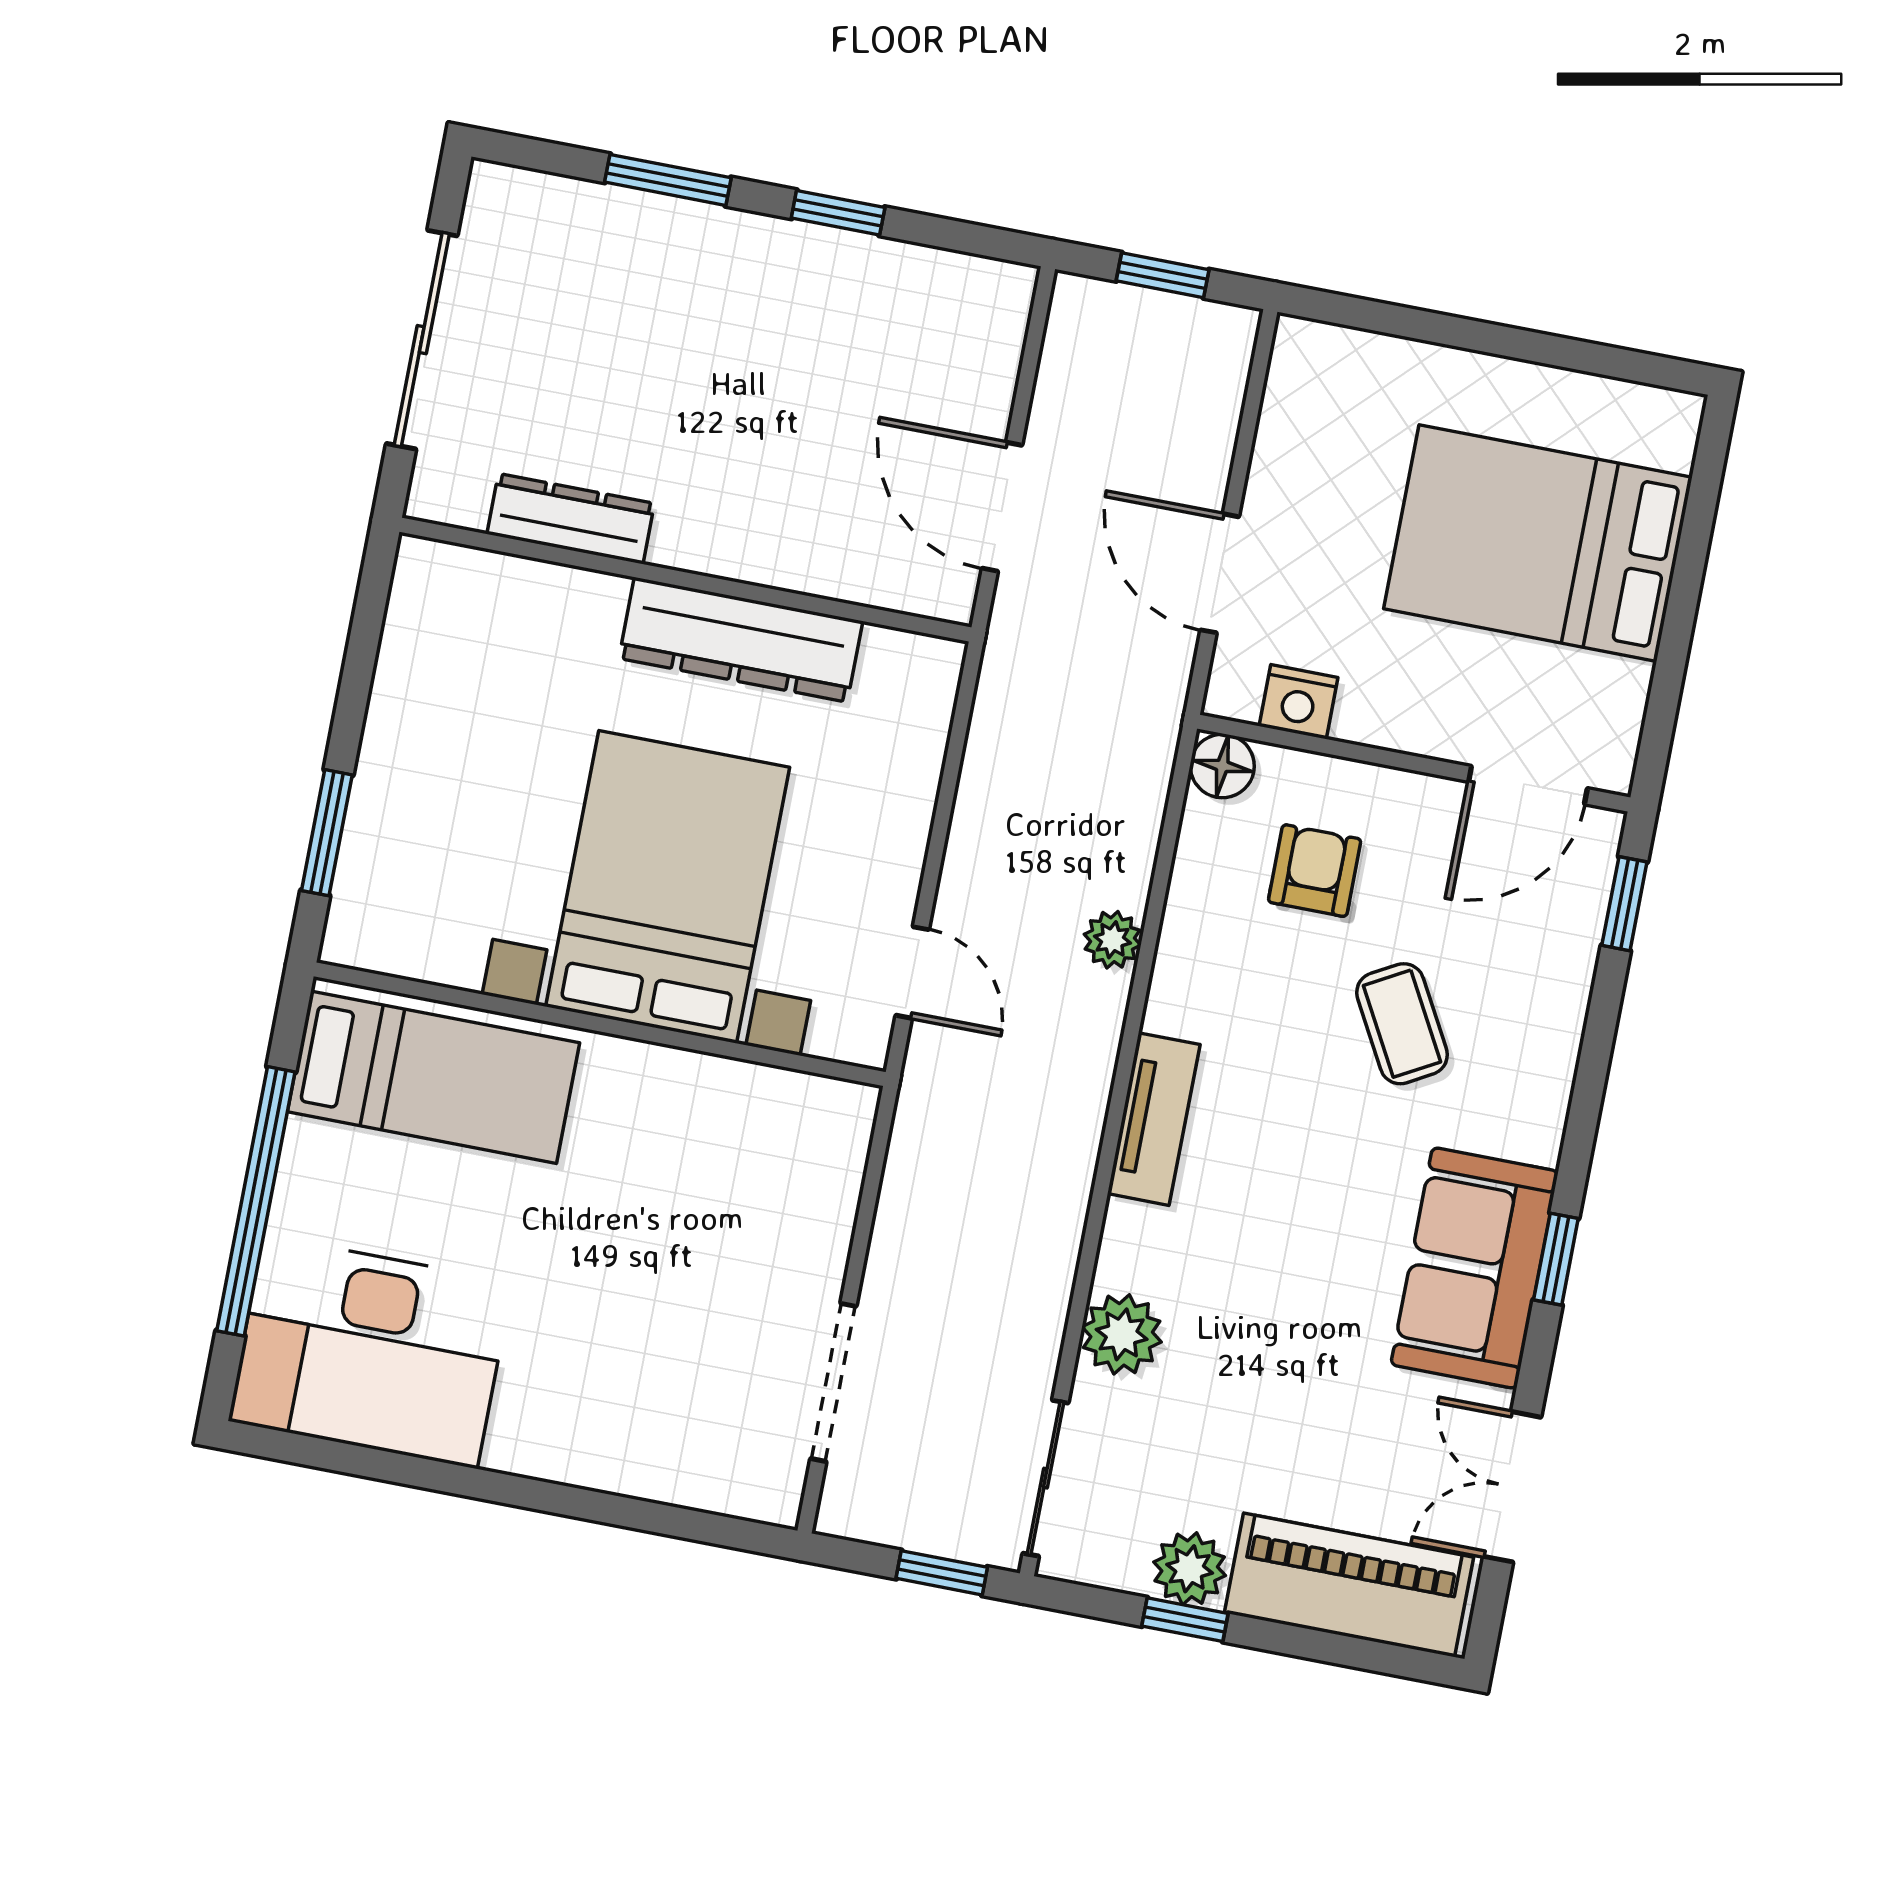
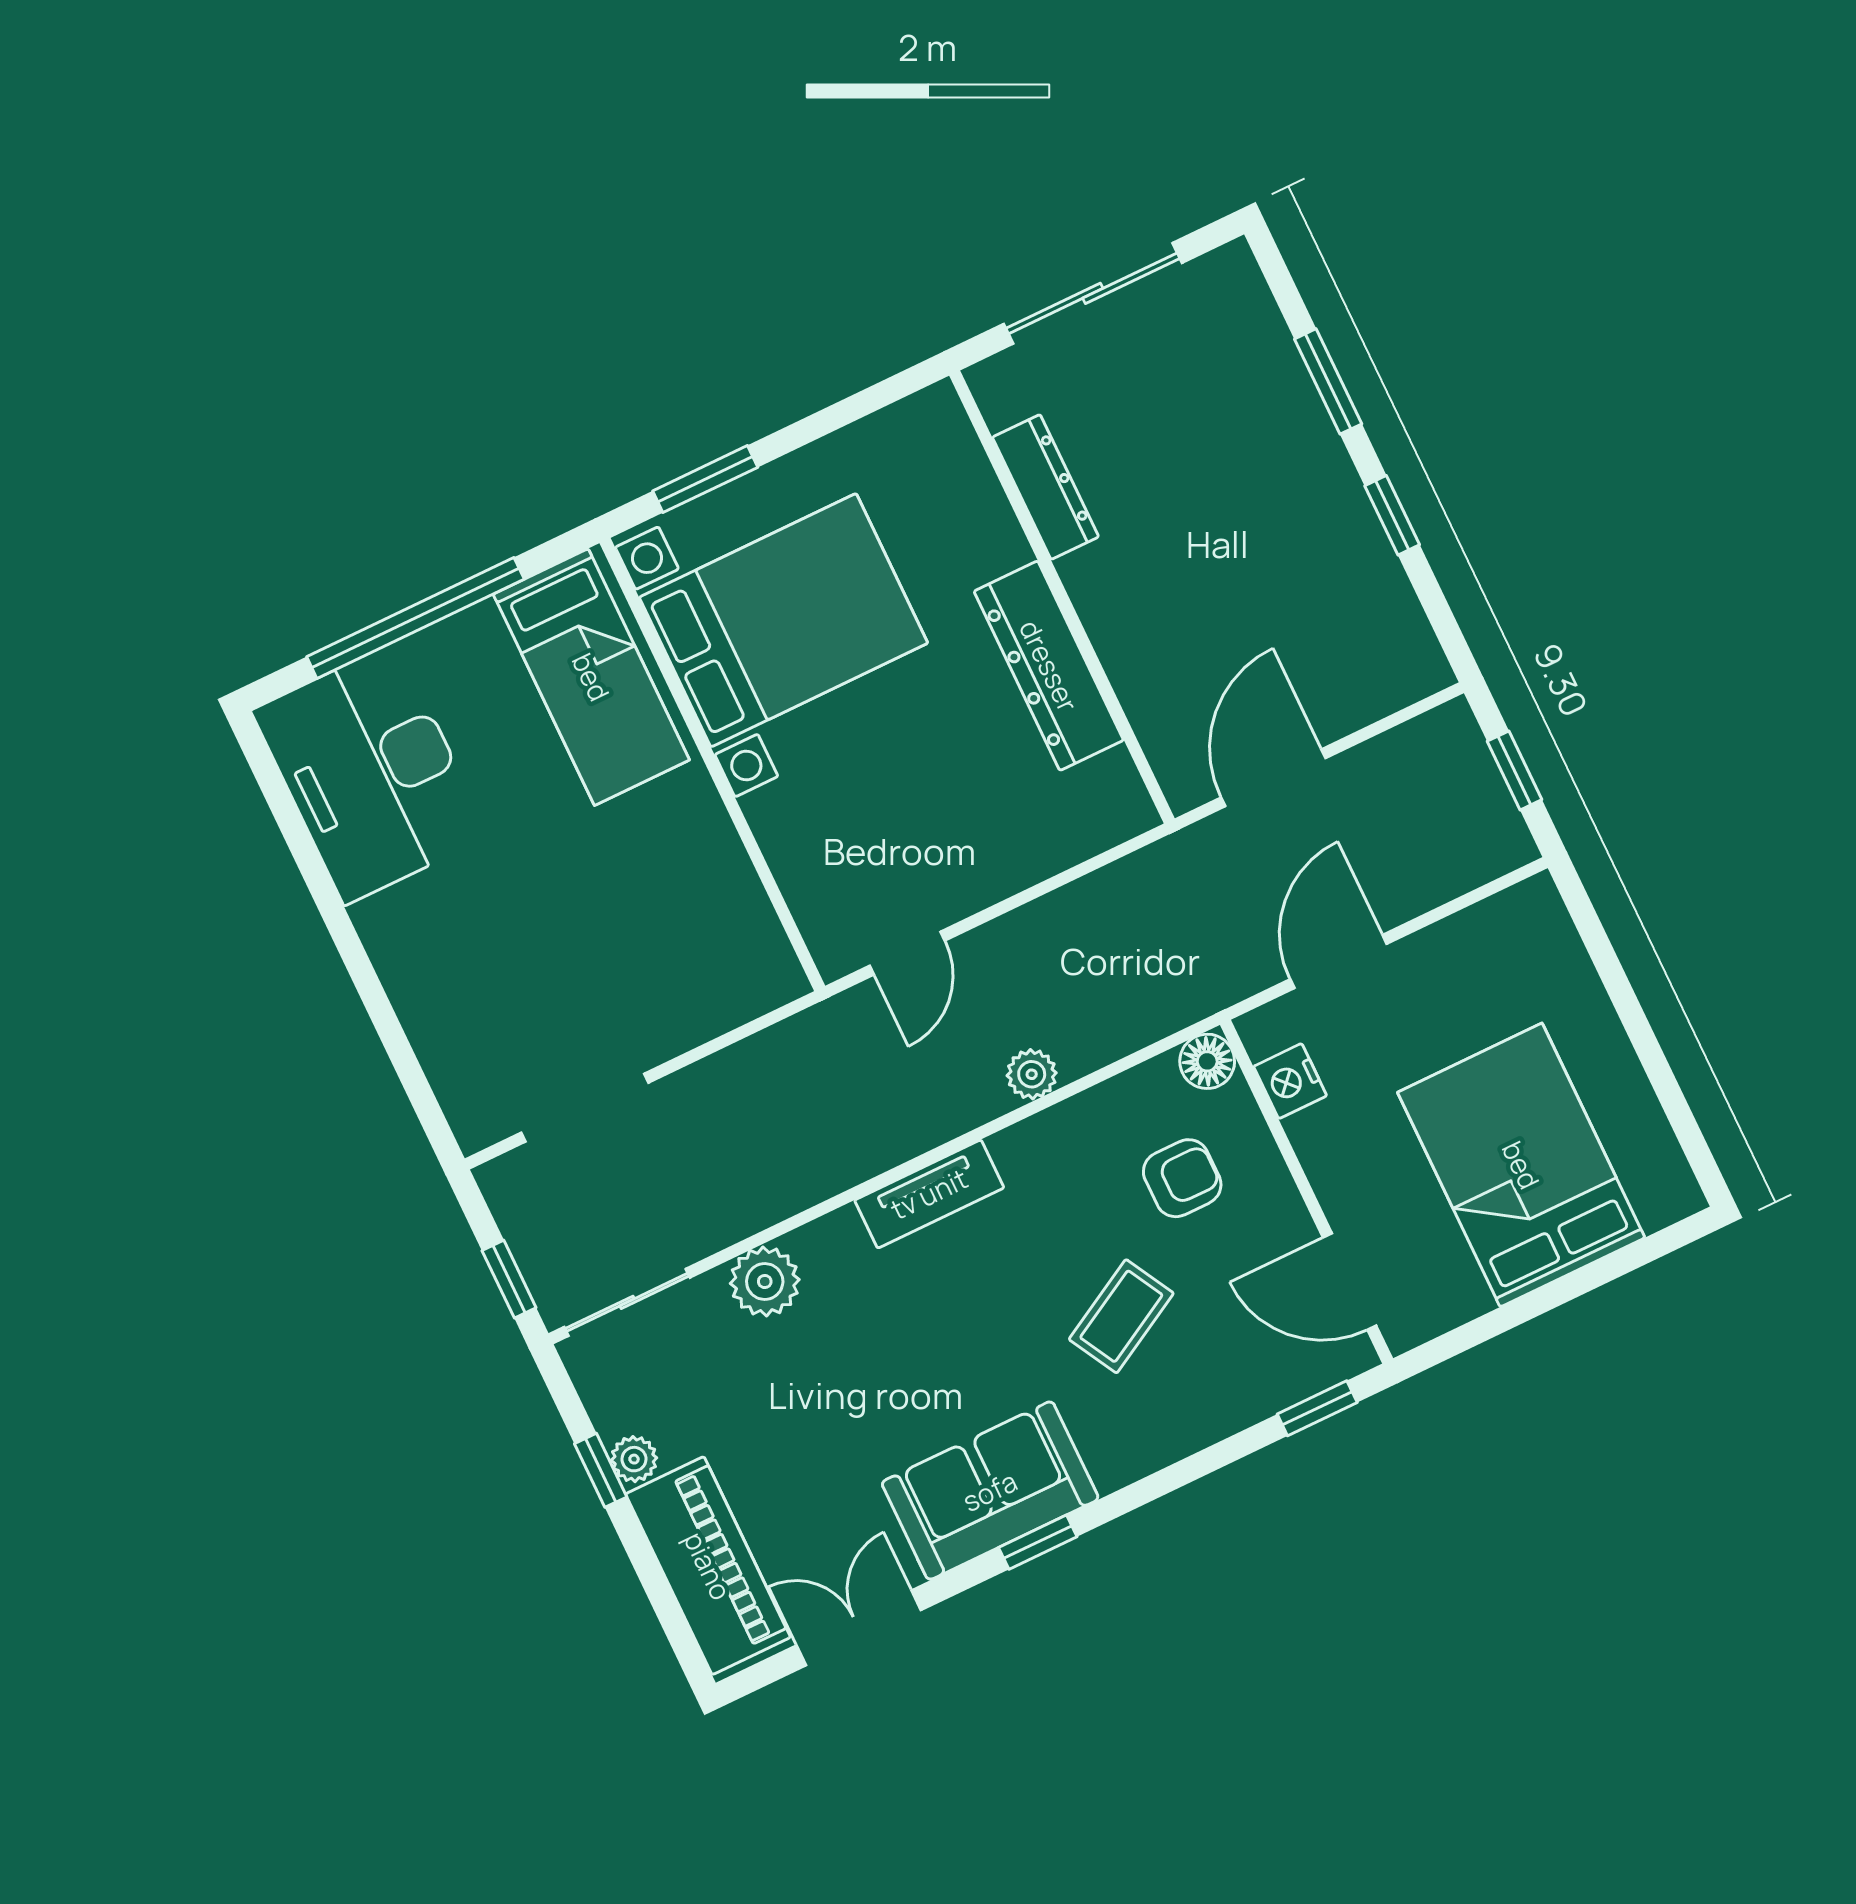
bed with nightstands: (668, 887) -> (784, 620), moved
plant: (1190, 1569) -> (634, 1459), width x0.73, depth x0.73

